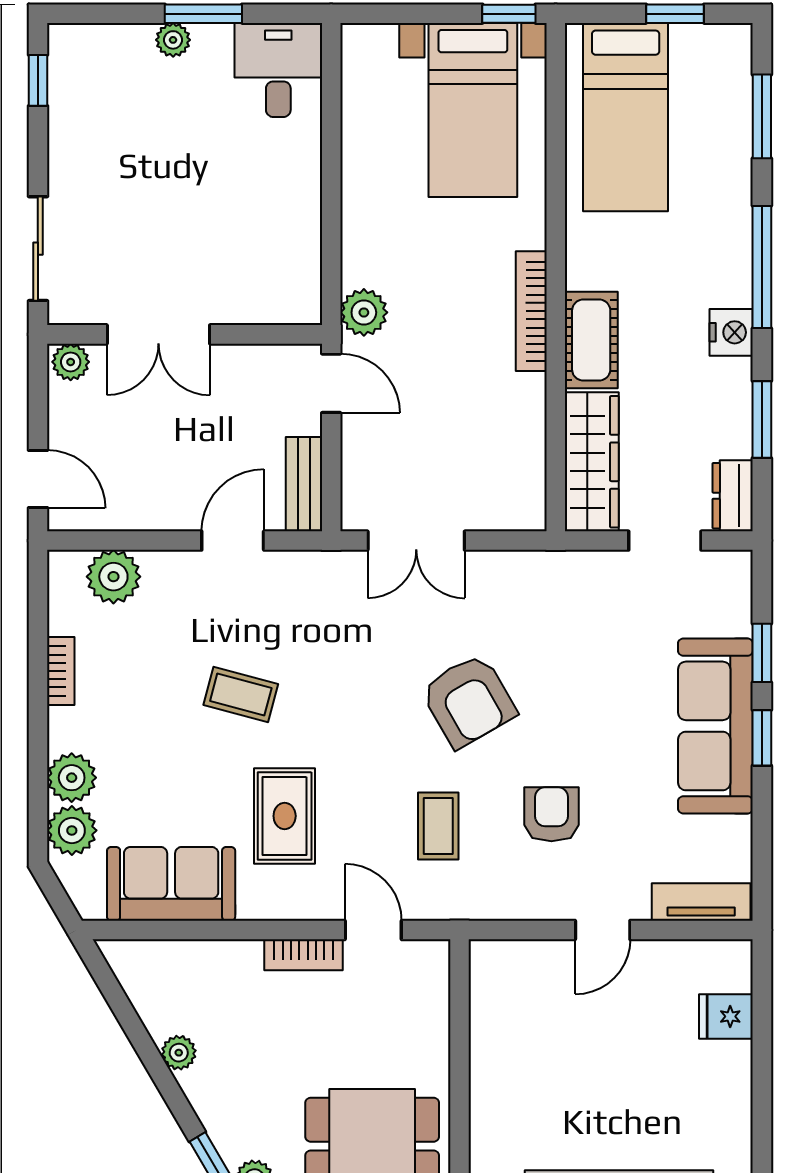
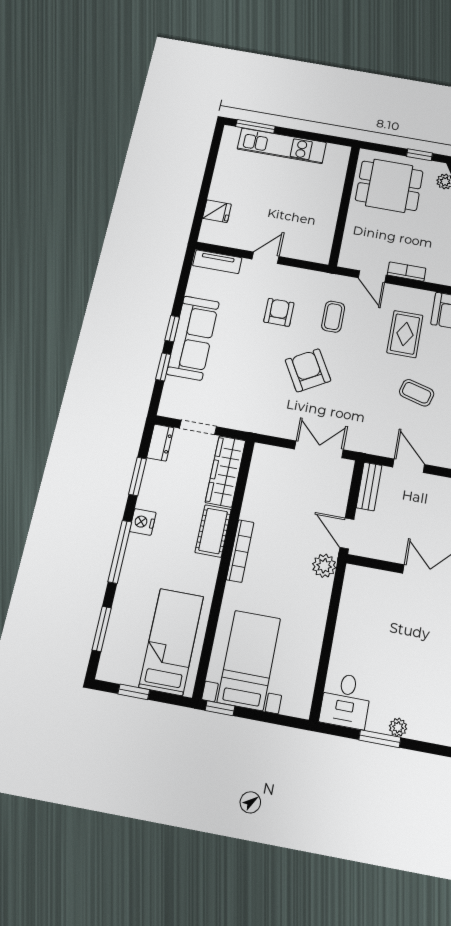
door: (233, 541) -> (409, 466), swing flipped
armchair: (551, 814) -> (279, 312), turned 180

